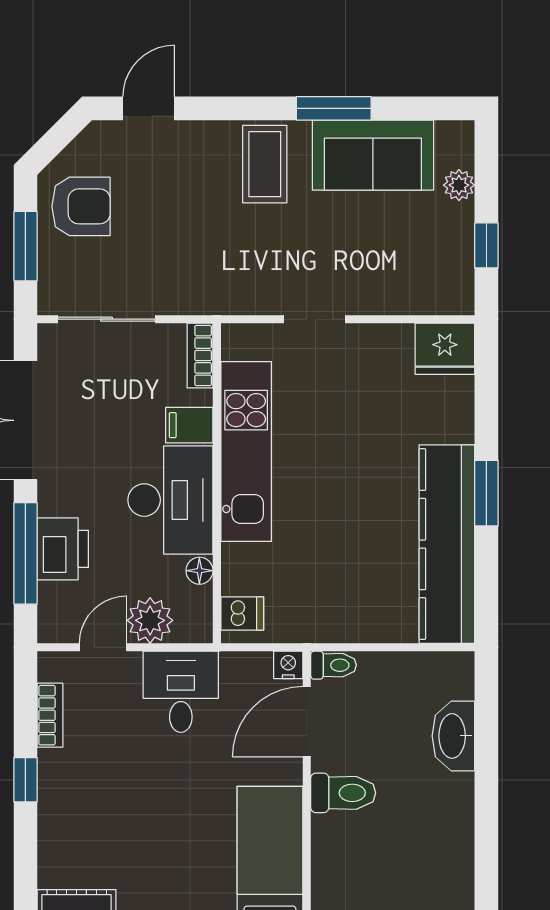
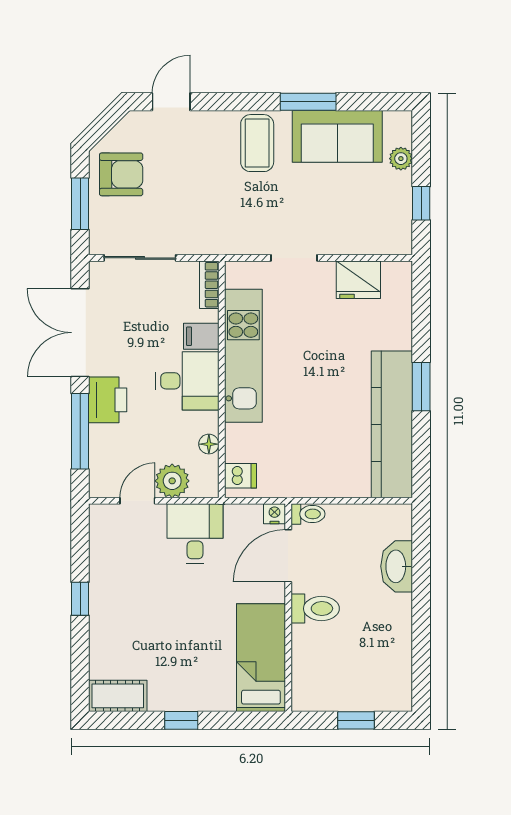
fridge: (445, 349) -> (358, 280), moved
desk: (170, 500) -> (187, 381), width x0.73
printer: (63, 549) -> (108, 400), moved
bookcase: (50, 715) -> (98, 551), removed

